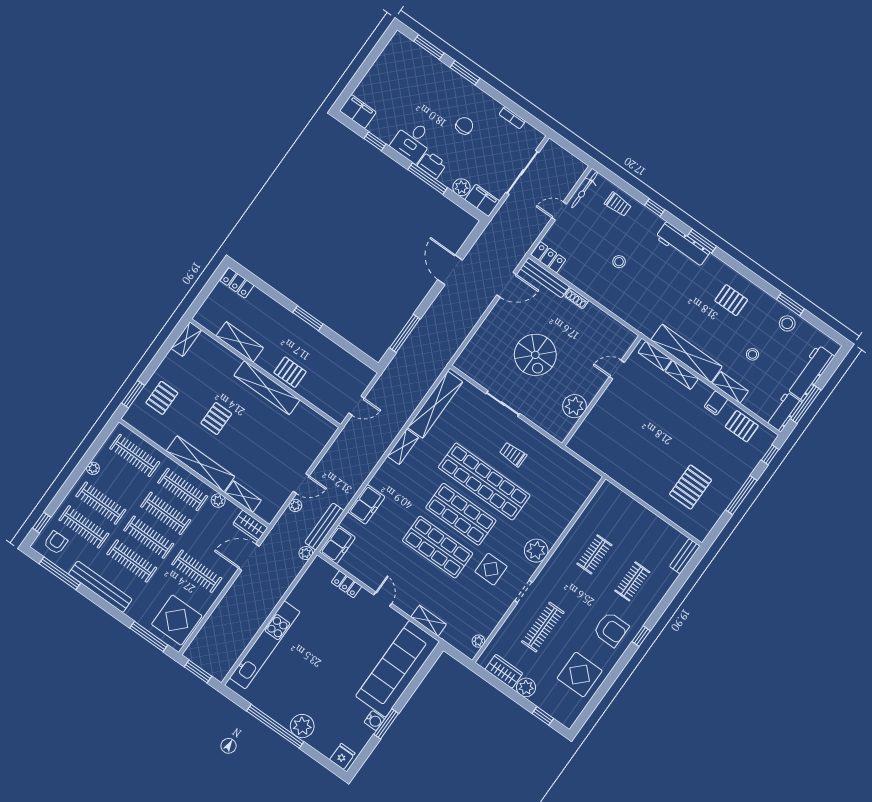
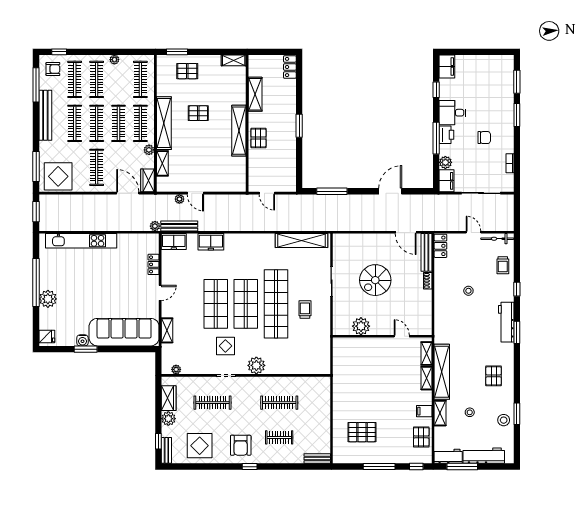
shelving: (403, 447) -> (262, 239), removed
clothes rail: (594, 554) -> (279, 403), width x1.36
bench: (559, 714) -> (166, 450), added

